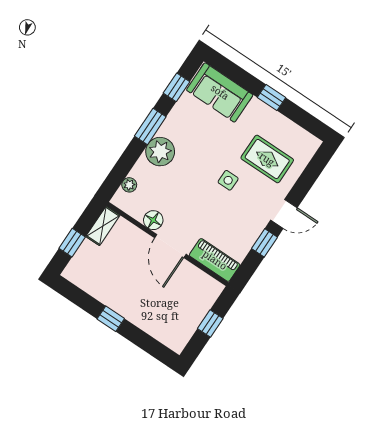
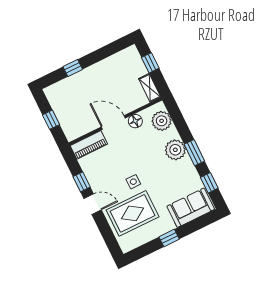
rug: (267, 159) -> (133, 213), width x1.36, depth x1.43
plant: (129, 185) -> (162, 121), width x1.88, depth x1.88
door: (284, 214) -> (93, 204), swing flipped
window: (111, 319) -> (73, 68), moved

